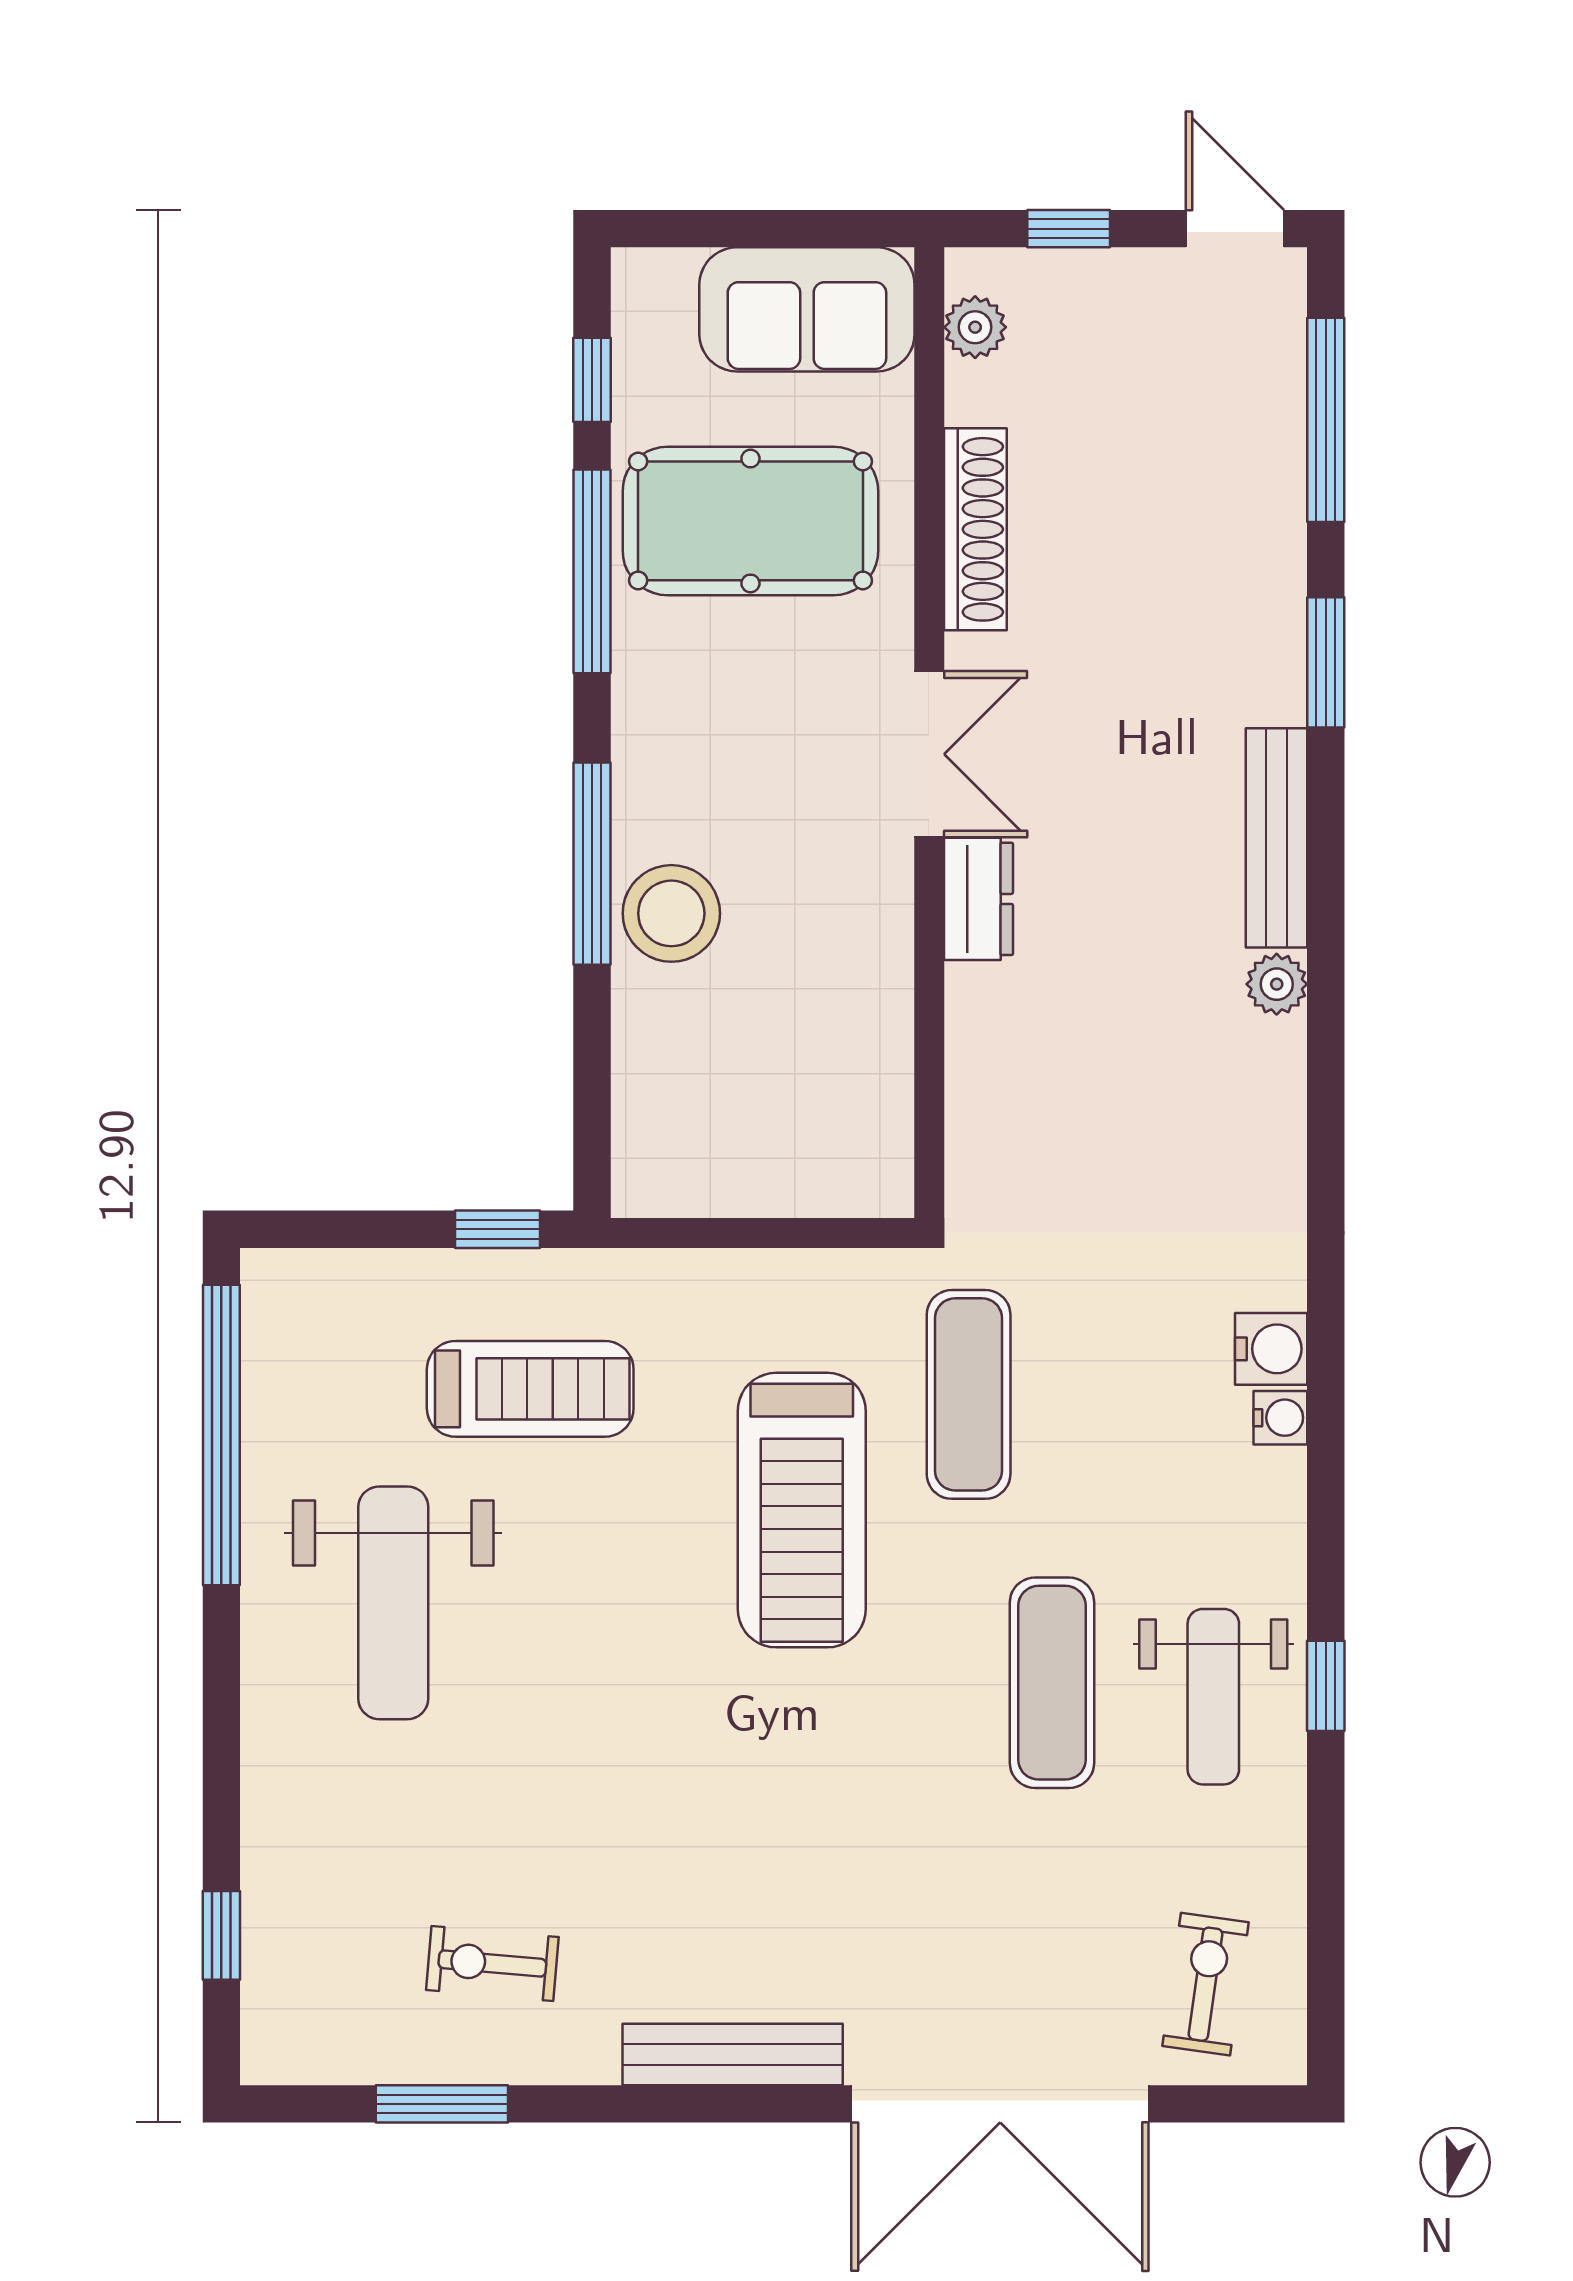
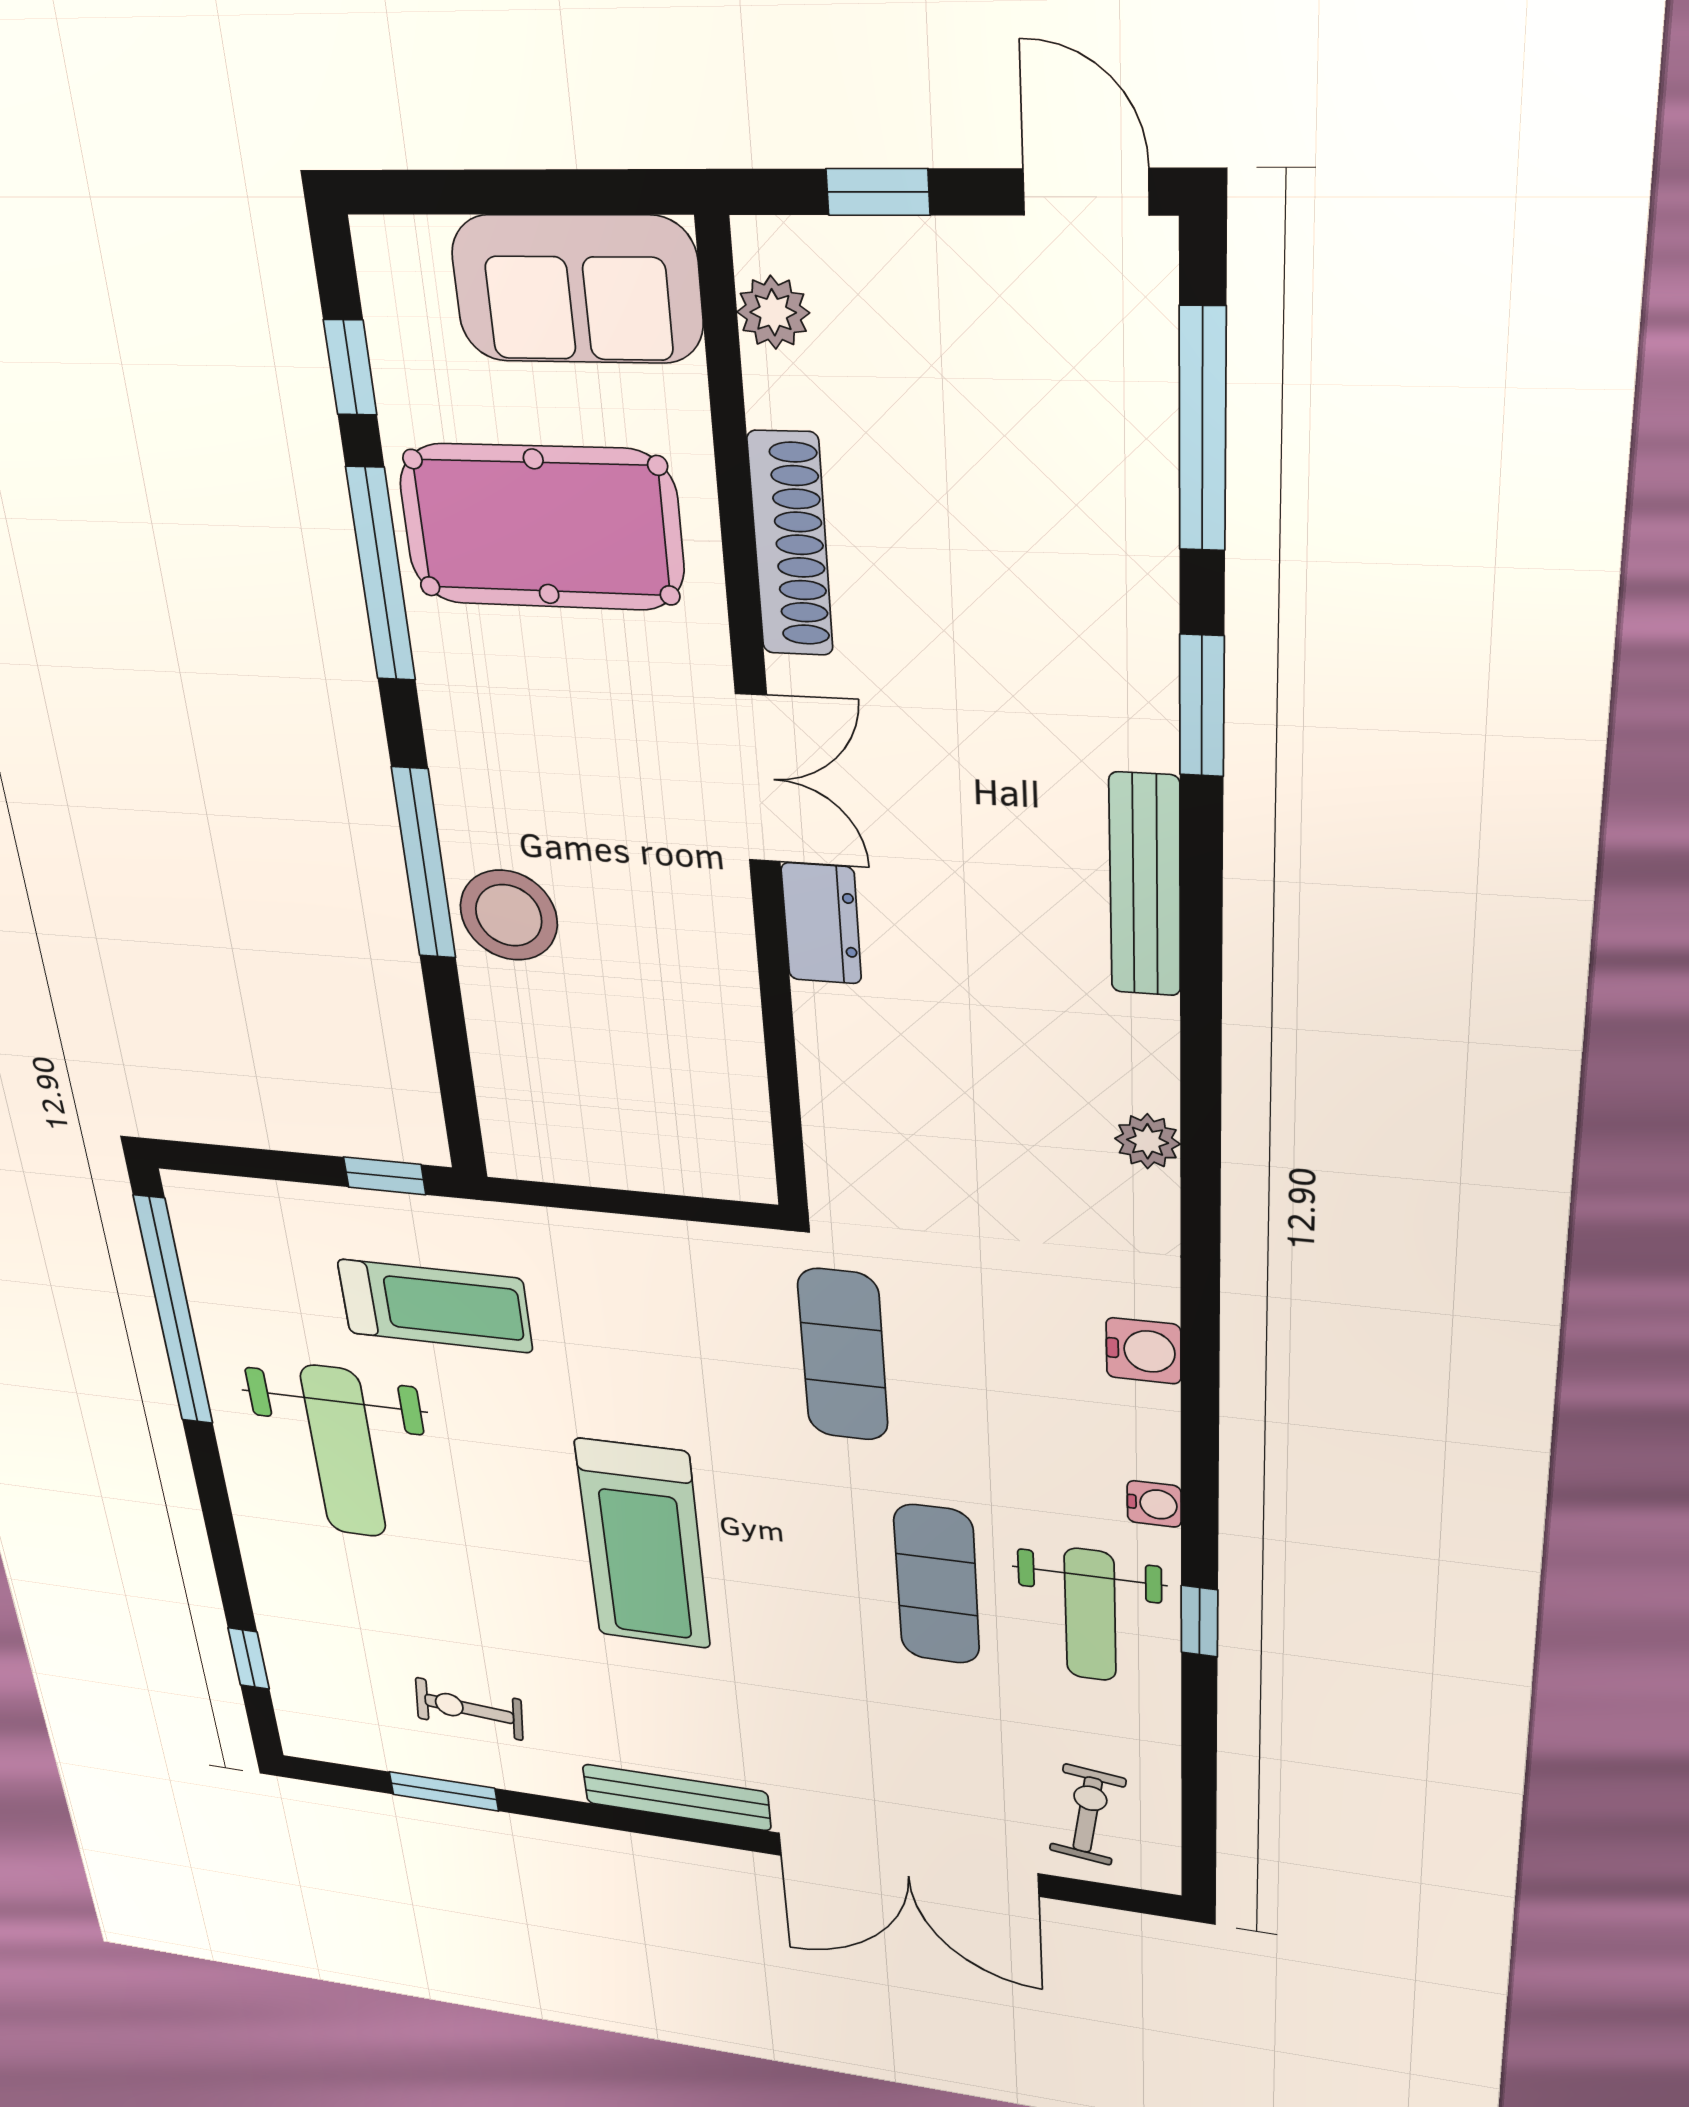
plant: (1277, 984) -> (1148, 1141), moved
water cooler: (1280, 1418) -> (1154, 1504), moved
treadmill: (802, 1510) -> (643, 1545), moved

